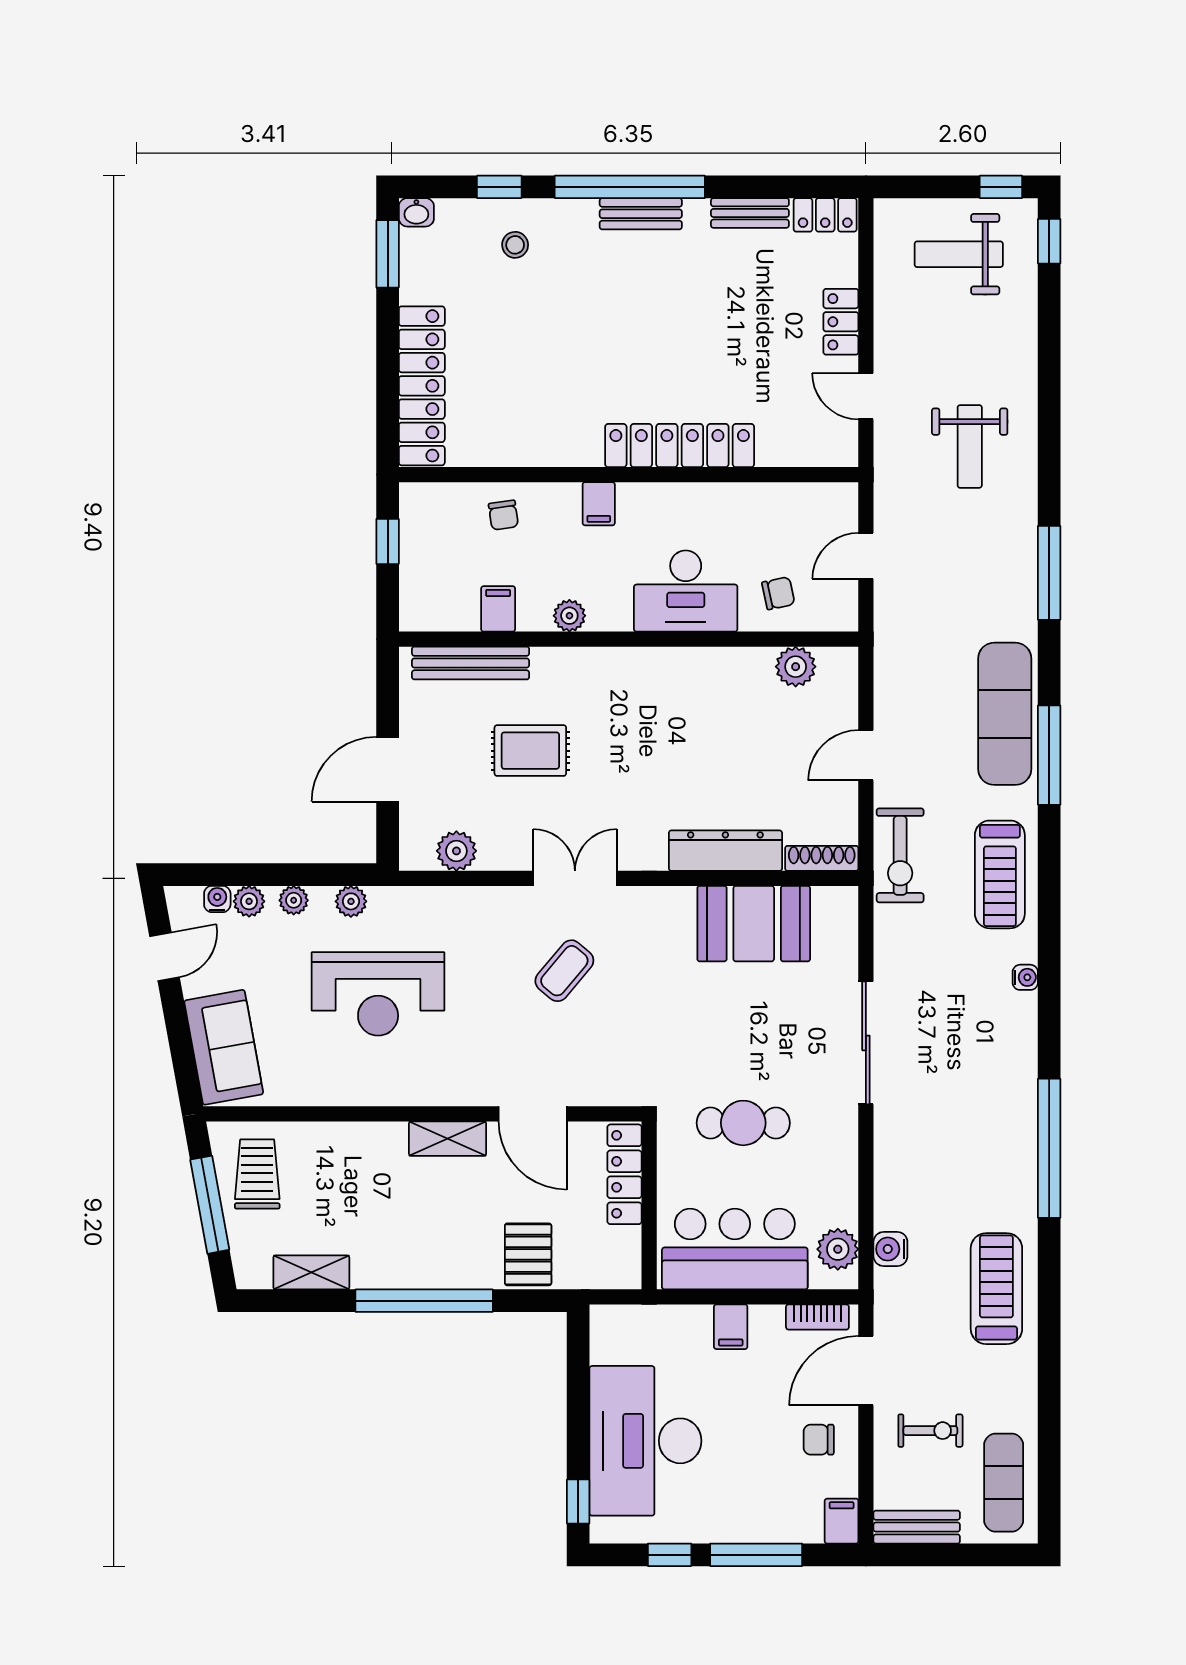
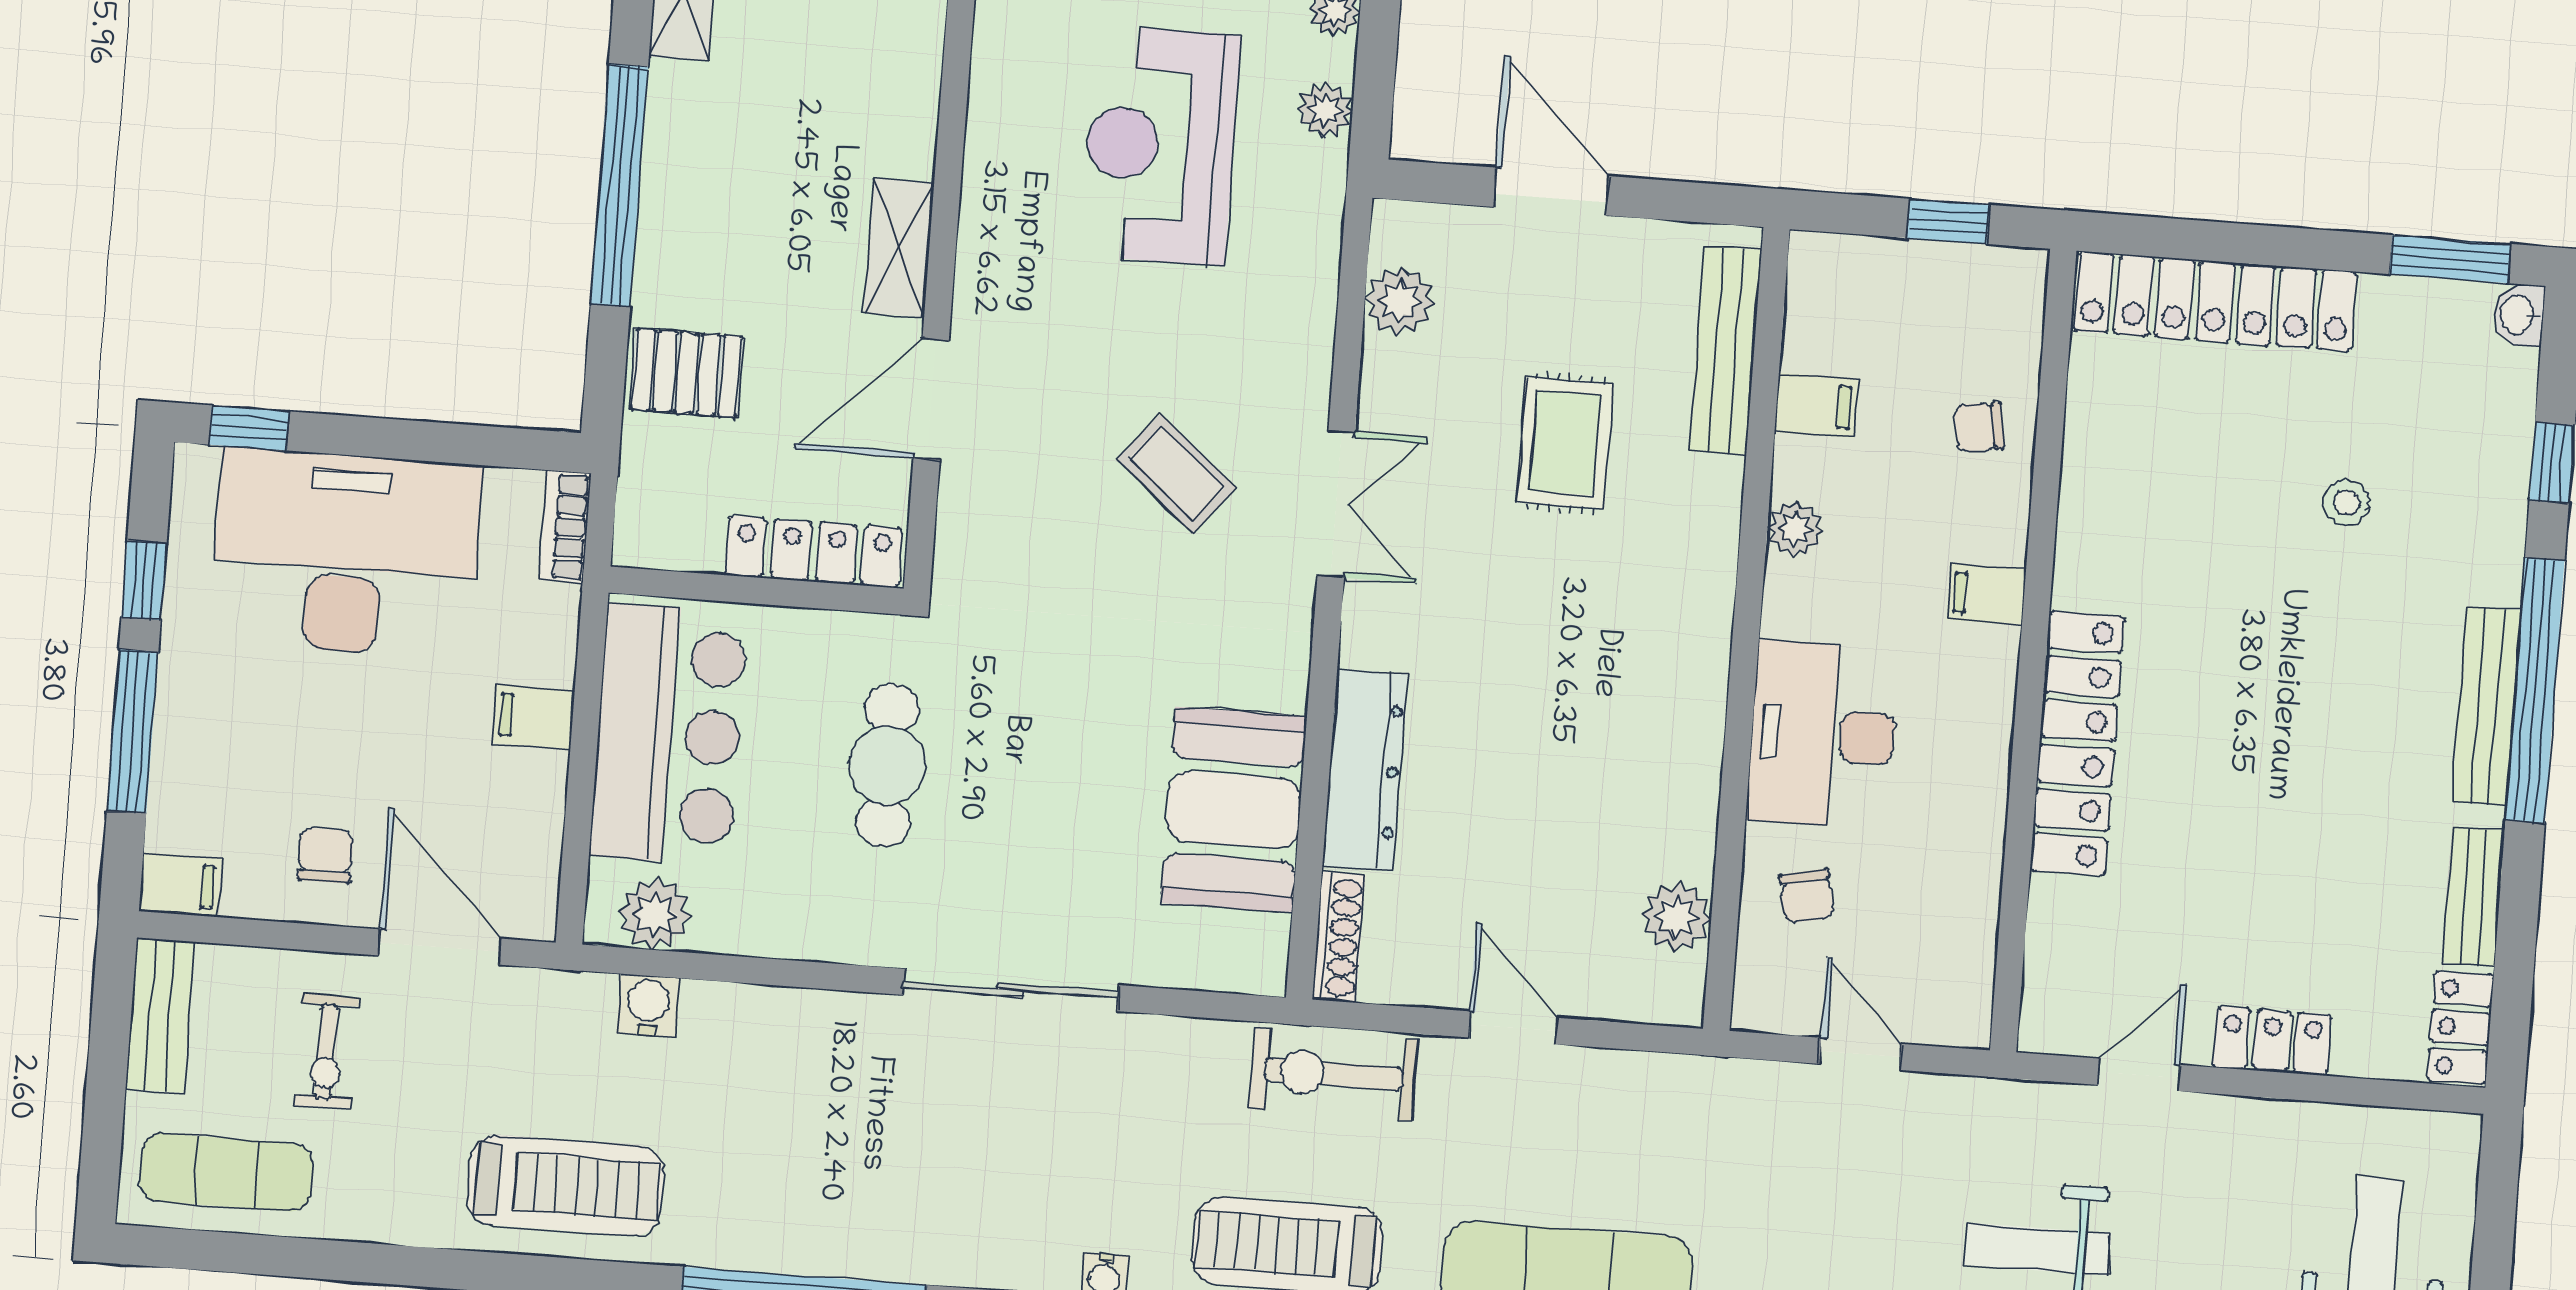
bench: (641, 214) -> (2487, 706), width x1.36
stool: (515, 245) -> (2347, 503), moved
bookcase: (817, 1317) -> (565, 527), moved

